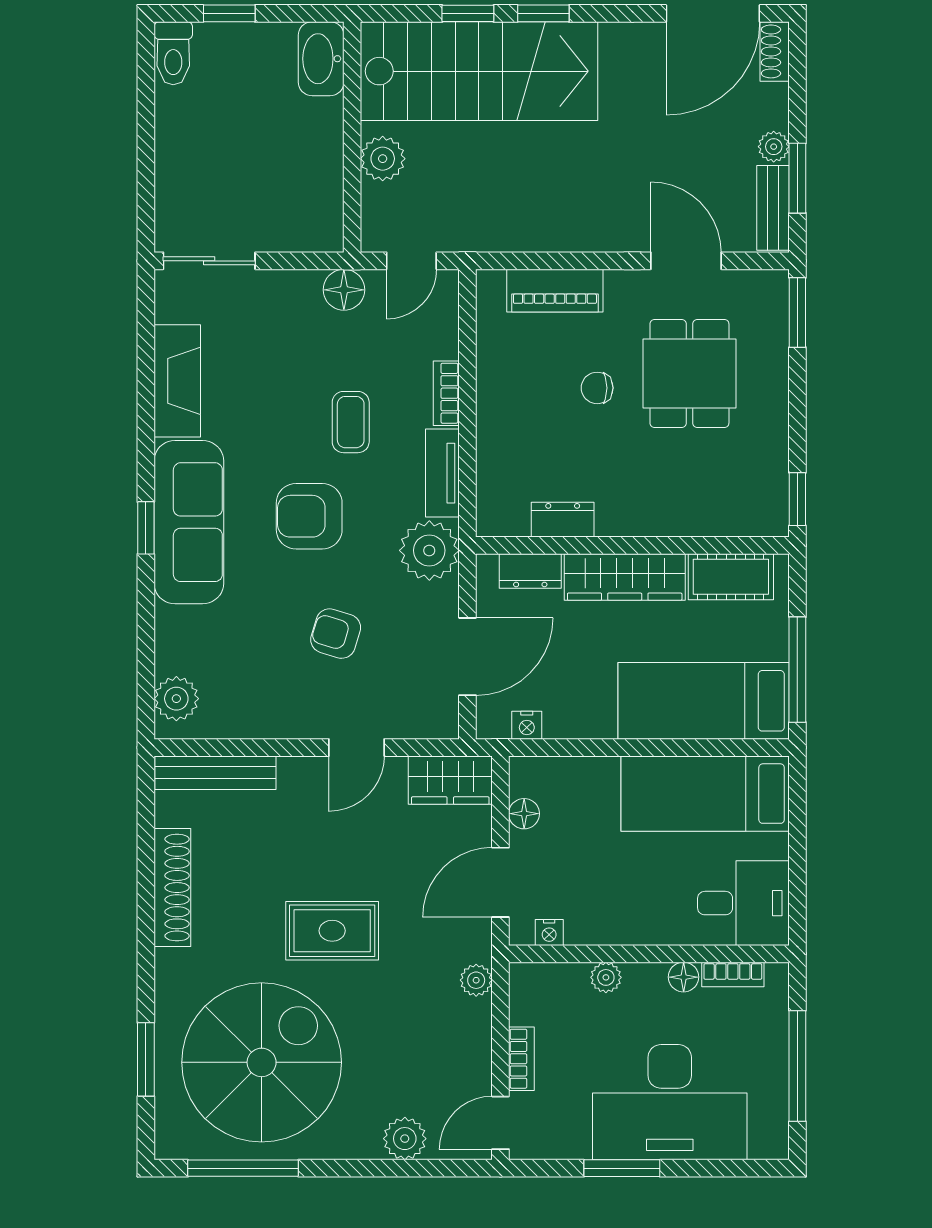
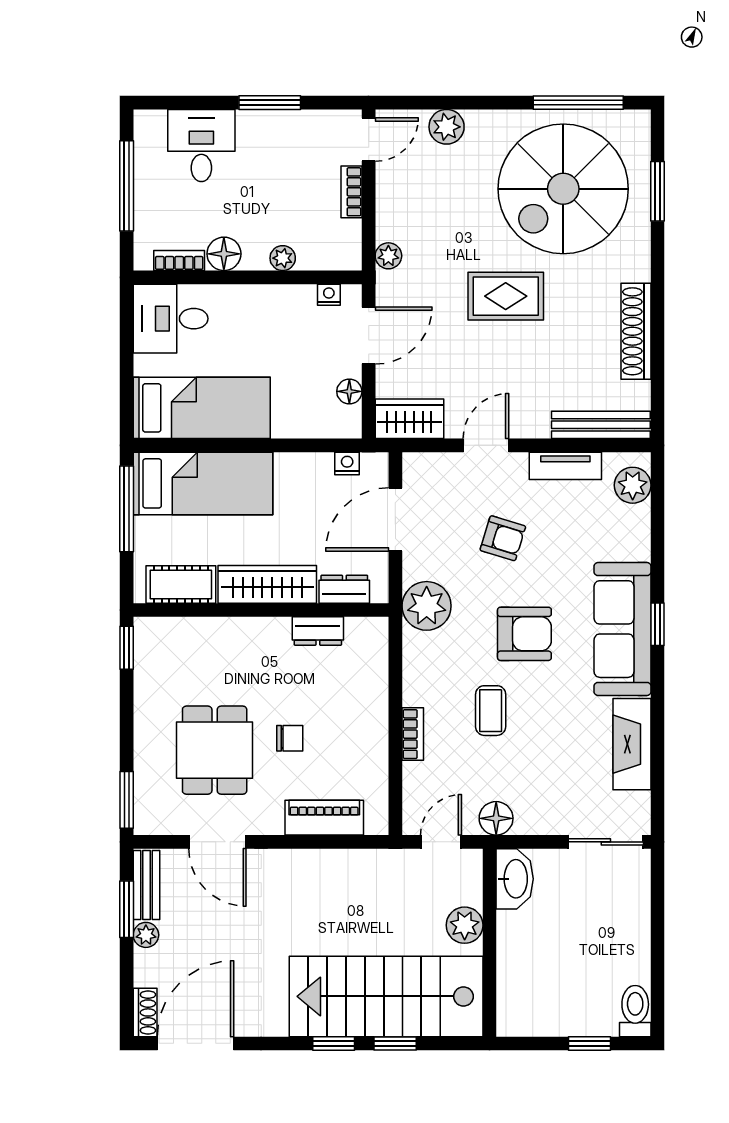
washbasin: (321, 59) -> (515, 879), moved
tv unit: (442, 473) -> (565, 466), moved, turned 90
floor lamp: (684, 977) -> (224, 254), width x1.37, depth x1.37
desk: (670, 1102) -> (201, 146), width x0.53, depth x0.77

